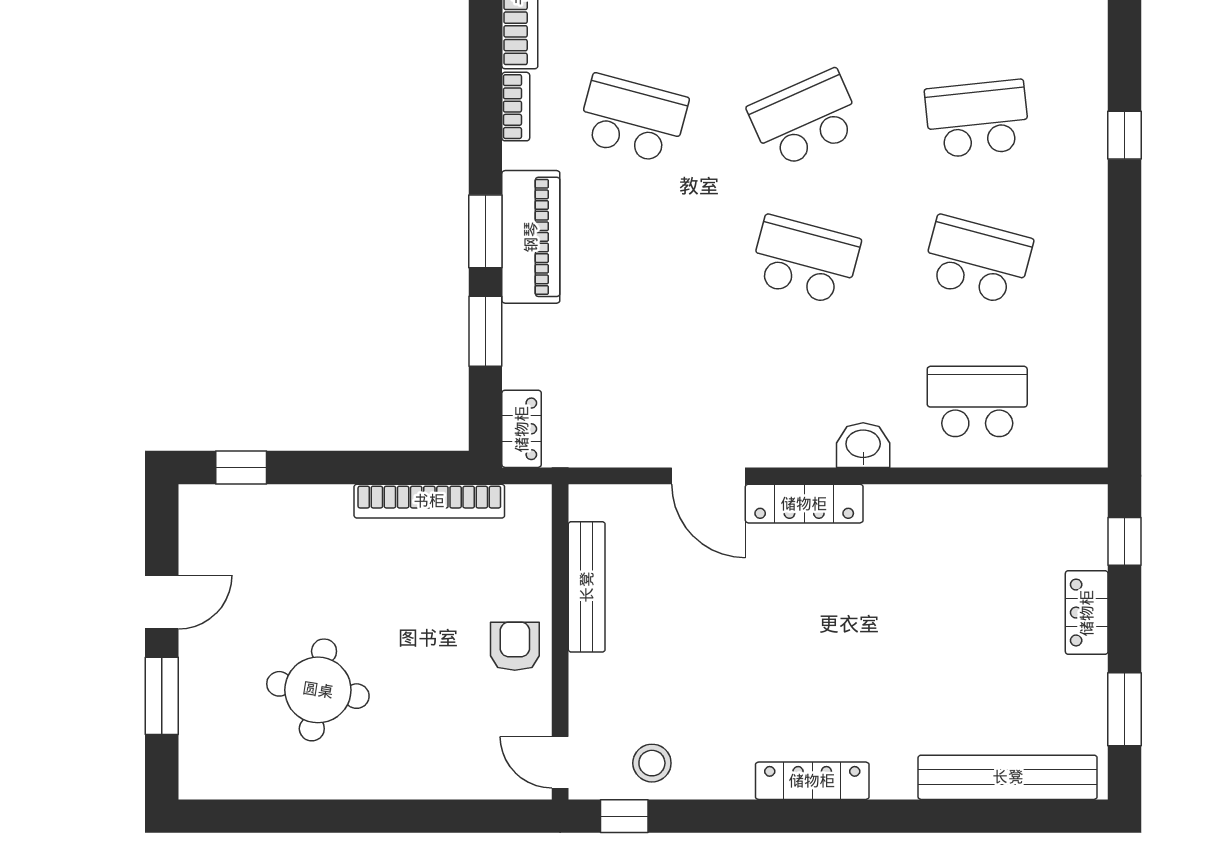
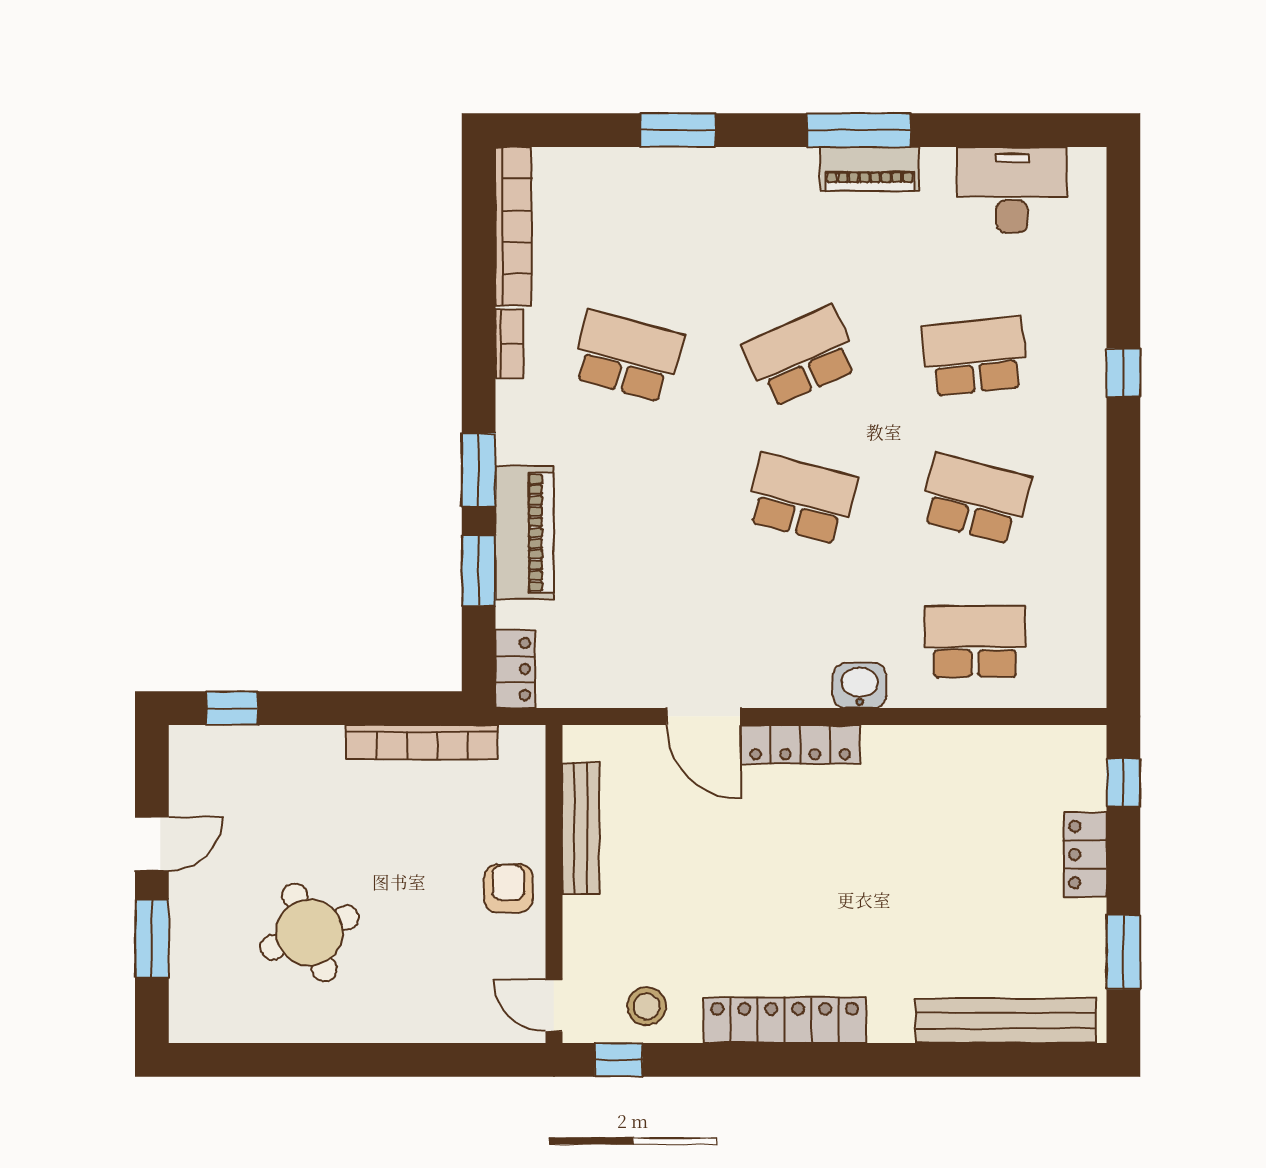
piano: (531, 237) -> (524, 533), moved
round table: (318, 690) -> (310, 933), turned -31
locker: (812, 781) -> (785, 1020), width x1.41, depth x1.21

